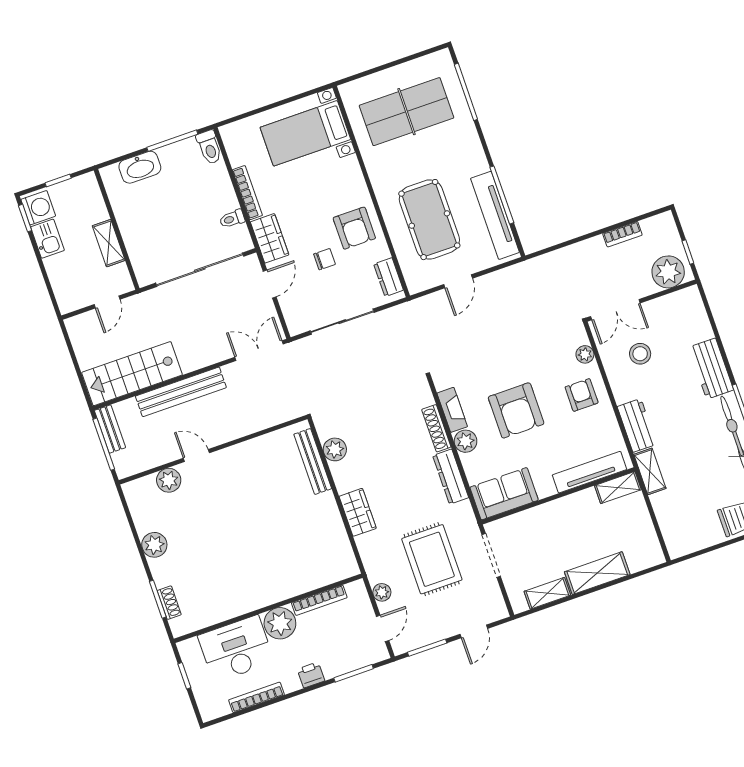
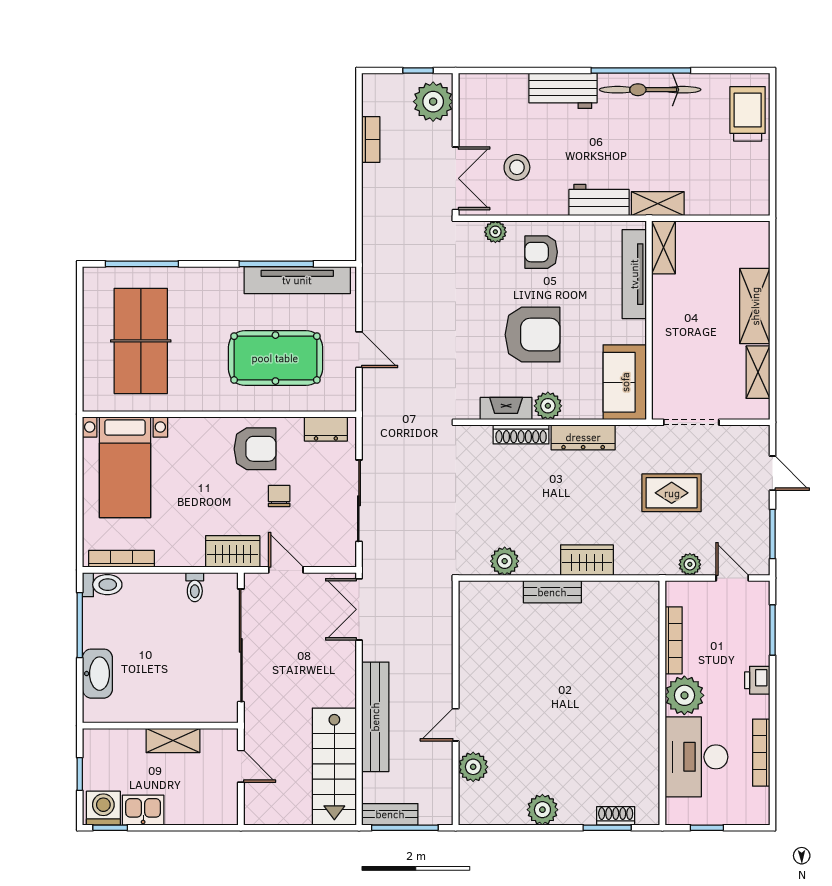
bookcase: (247, 193) -> (122, 559), moved
bench: (313, 461) -> (552, 592), moved, width x0.73
rug: (432, 559) -> (672, 493), width x0.73, depth x0.70

